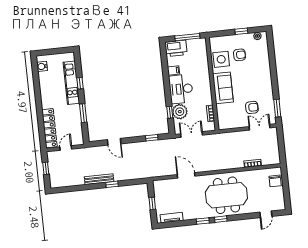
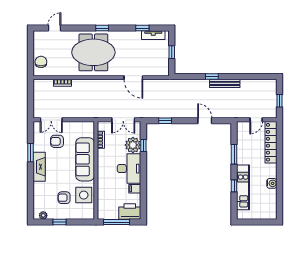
water cooler: (42, 66) -> (272, 183), moved
fireplace: (266, 82) -> (39, 167), added
sofa: (223, 88) -> (85, 159), width x1.36
window: (277, 108) -> (31, 153), moved
window: (203, 221) -> (142, 28), moved

